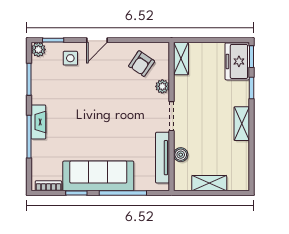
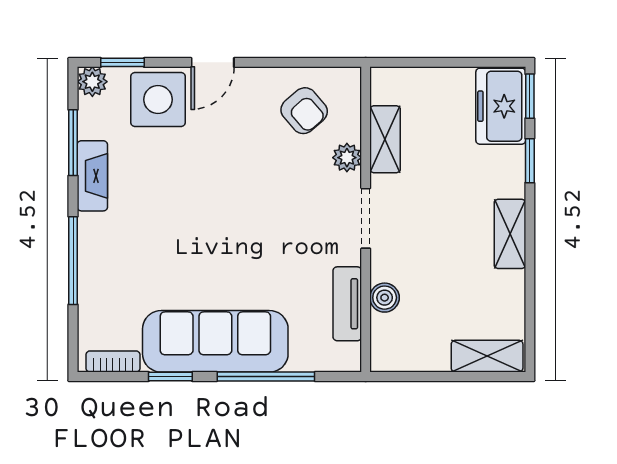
side table: (70, 58) -> (158, 100), width x1.87, depth x1.87
shelving: (181, 59) -> (385, 139), moved
armchair: (142, 64) -> (304, 111), turned -75
fireplace: (38, 122) -> (92, 176), moved
tv unit: (163, 158) -> (347, 304), width x0.71
shelving: (209, 183) -> (487, 356), moved

